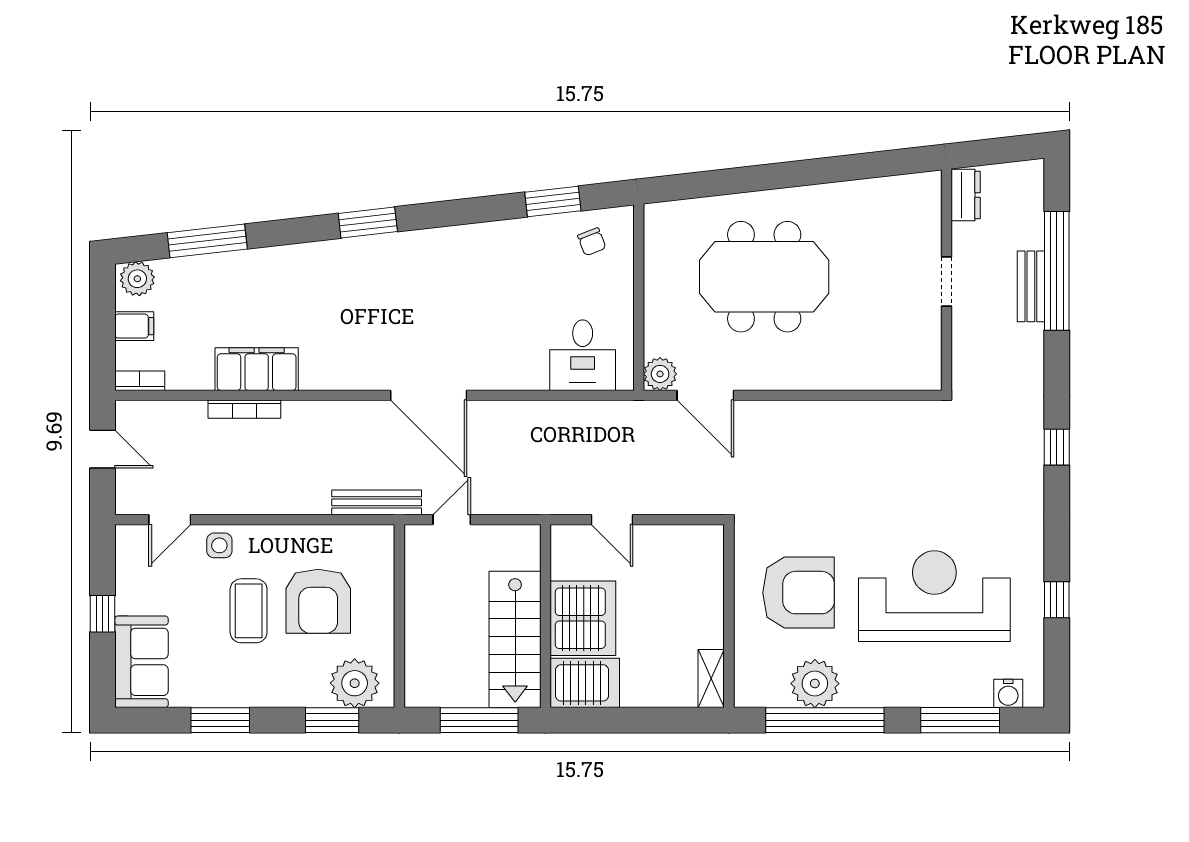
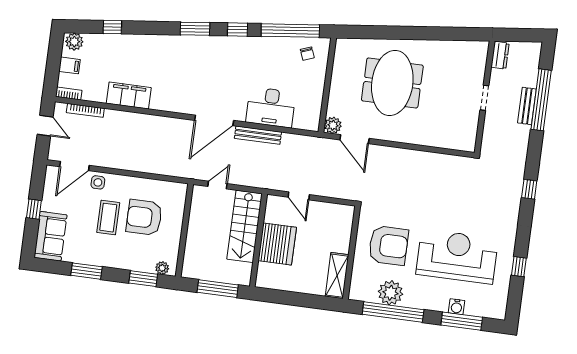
window: (553, 201) -> (290, 31), width x2.11
window: (450, 213) -> (237, 30), added
window: (207, 241) -> (112, 27), width x0.46
meeting table: (764, 277) -> (392, 83), turned 90
desk: (583, 355) -> (271, 107), moved, width x1.37
door: (429, 395) -> (214, 120), hinge flipped
bookcase: (244, 409) -> (85, 110), moved
bench: (377, 502) -> (258, 135), moved
door: (170, 520) -> (74, 166), width x1.38
armchair: (318, 601) -> (144, 217), turned 90
stairs: (515, 639) -> (245, 226), moved
shelving: (711, 679) -> (337, 276), width x1.50, depth x1.33
plant: (355, 683) -> (162, 268), width x0.53, depth x0.53
server rack: (585, 683) -> (274, 277), removed
water cooler: (1008, 693) -> (457, 307), moved

